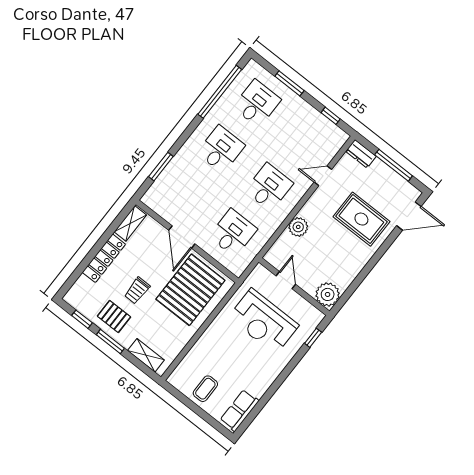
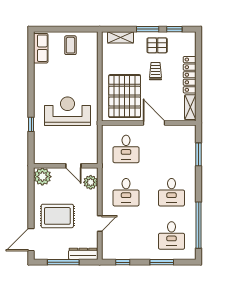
dresser: (361, 154) -> (83, 254), width x1.44
door: (286, 280) -> (73, 166), moved
wall: (294, 287) -> (66, 166), moved
plant: (328, 294) -> (42, 177), moved

